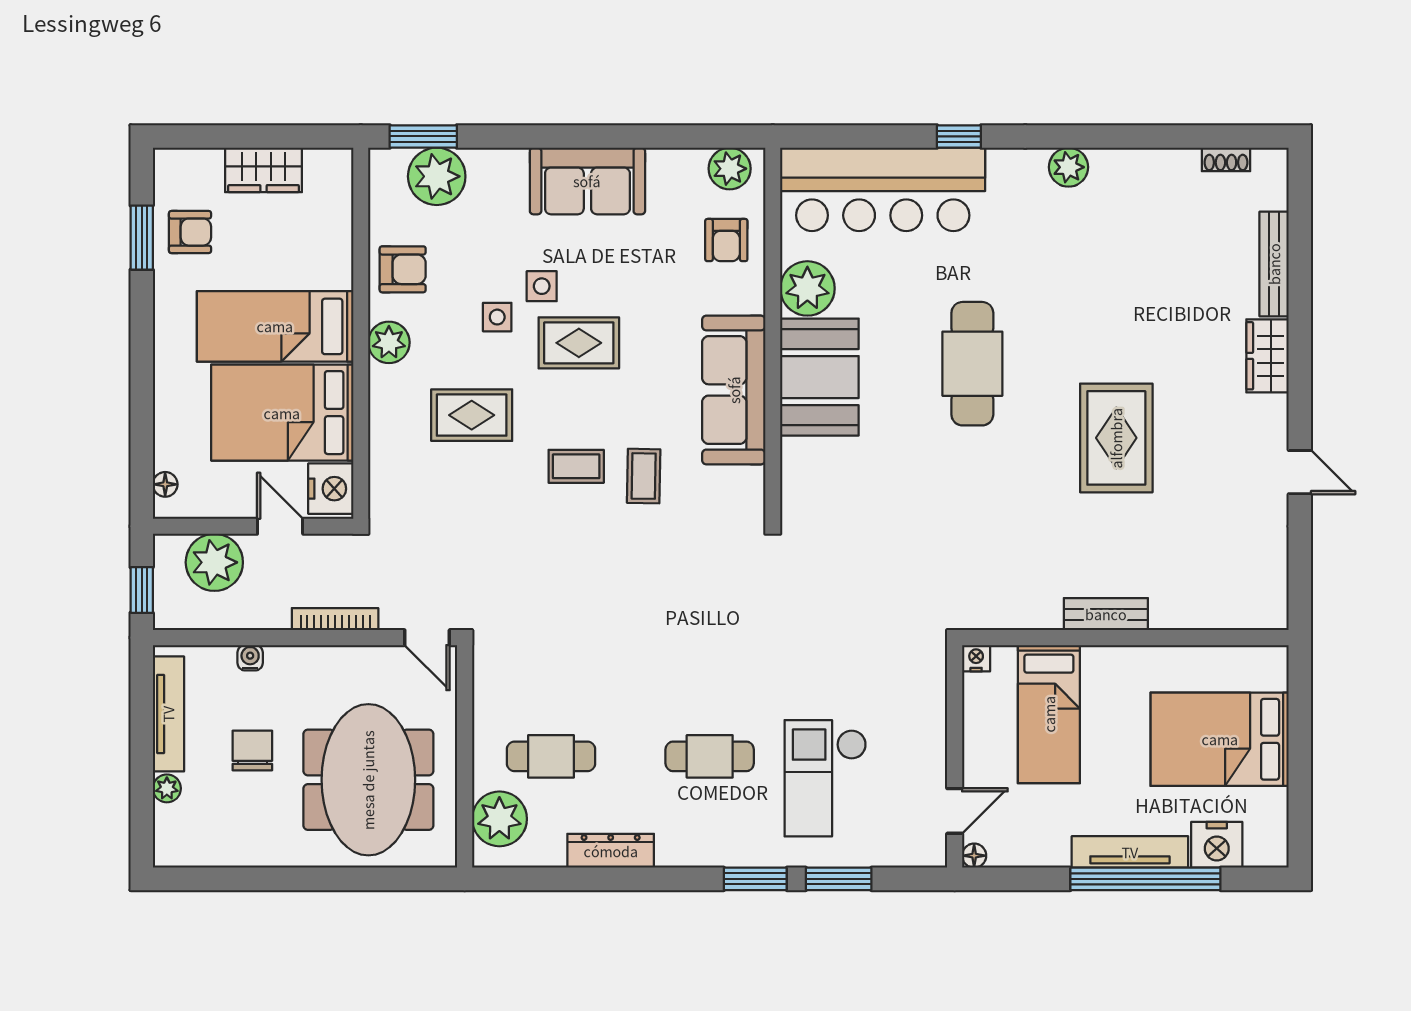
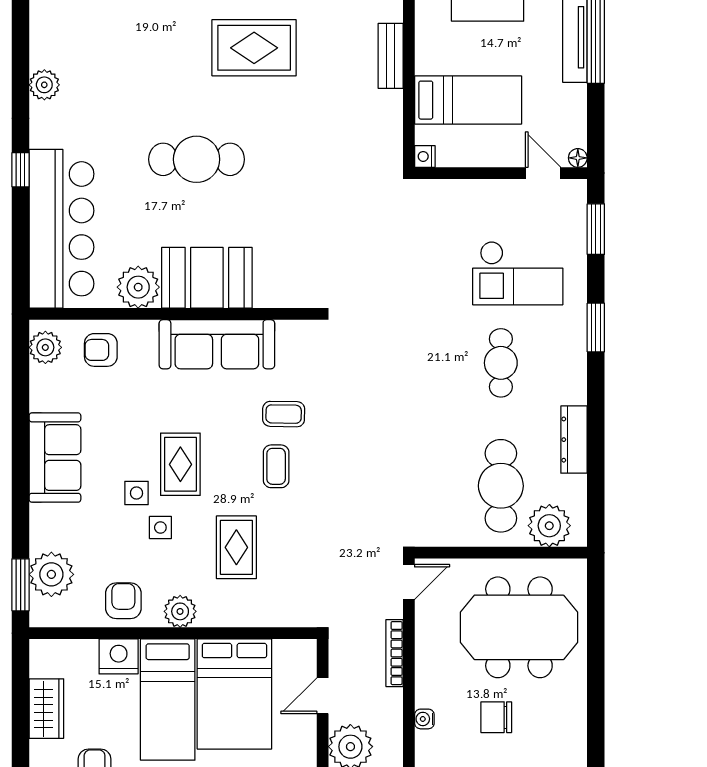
armchair: (726, 240) -> (101, 350), turned 180
nightstand: (331, 489) -> (119, 656), moved
cafe table: (551, 756) -> (501, 486), width x1.37, depth x1.35
window: (839, 879) -> (596, 229), moved

